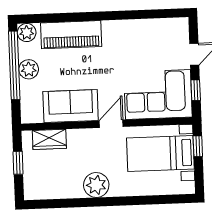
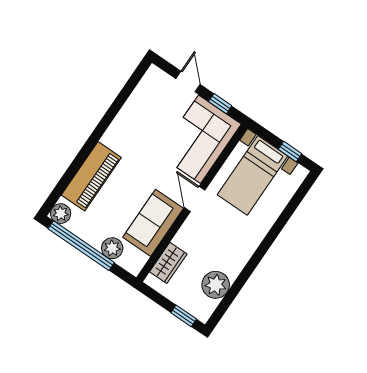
plant: (29, 69) -> (112, 248), moved
window: (198, 146) -> (290, 151), moved
window: (18, 163) -> (184, 316), moved
plant: (96, 185) -> (216, 285), moved

